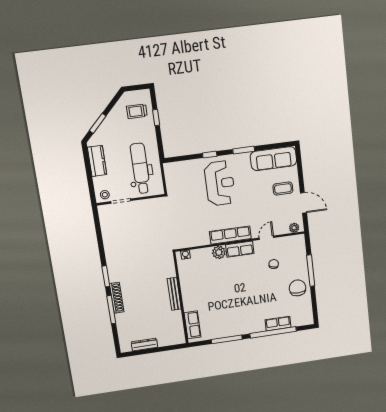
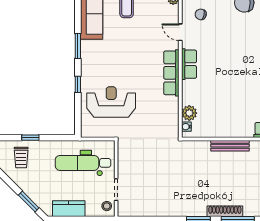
reception desk: (220, 183) -> (111, 102), moved
plant: (219, 252) -> (189, 113), moved
chair: (274, 264) -> (201, 14), moved

